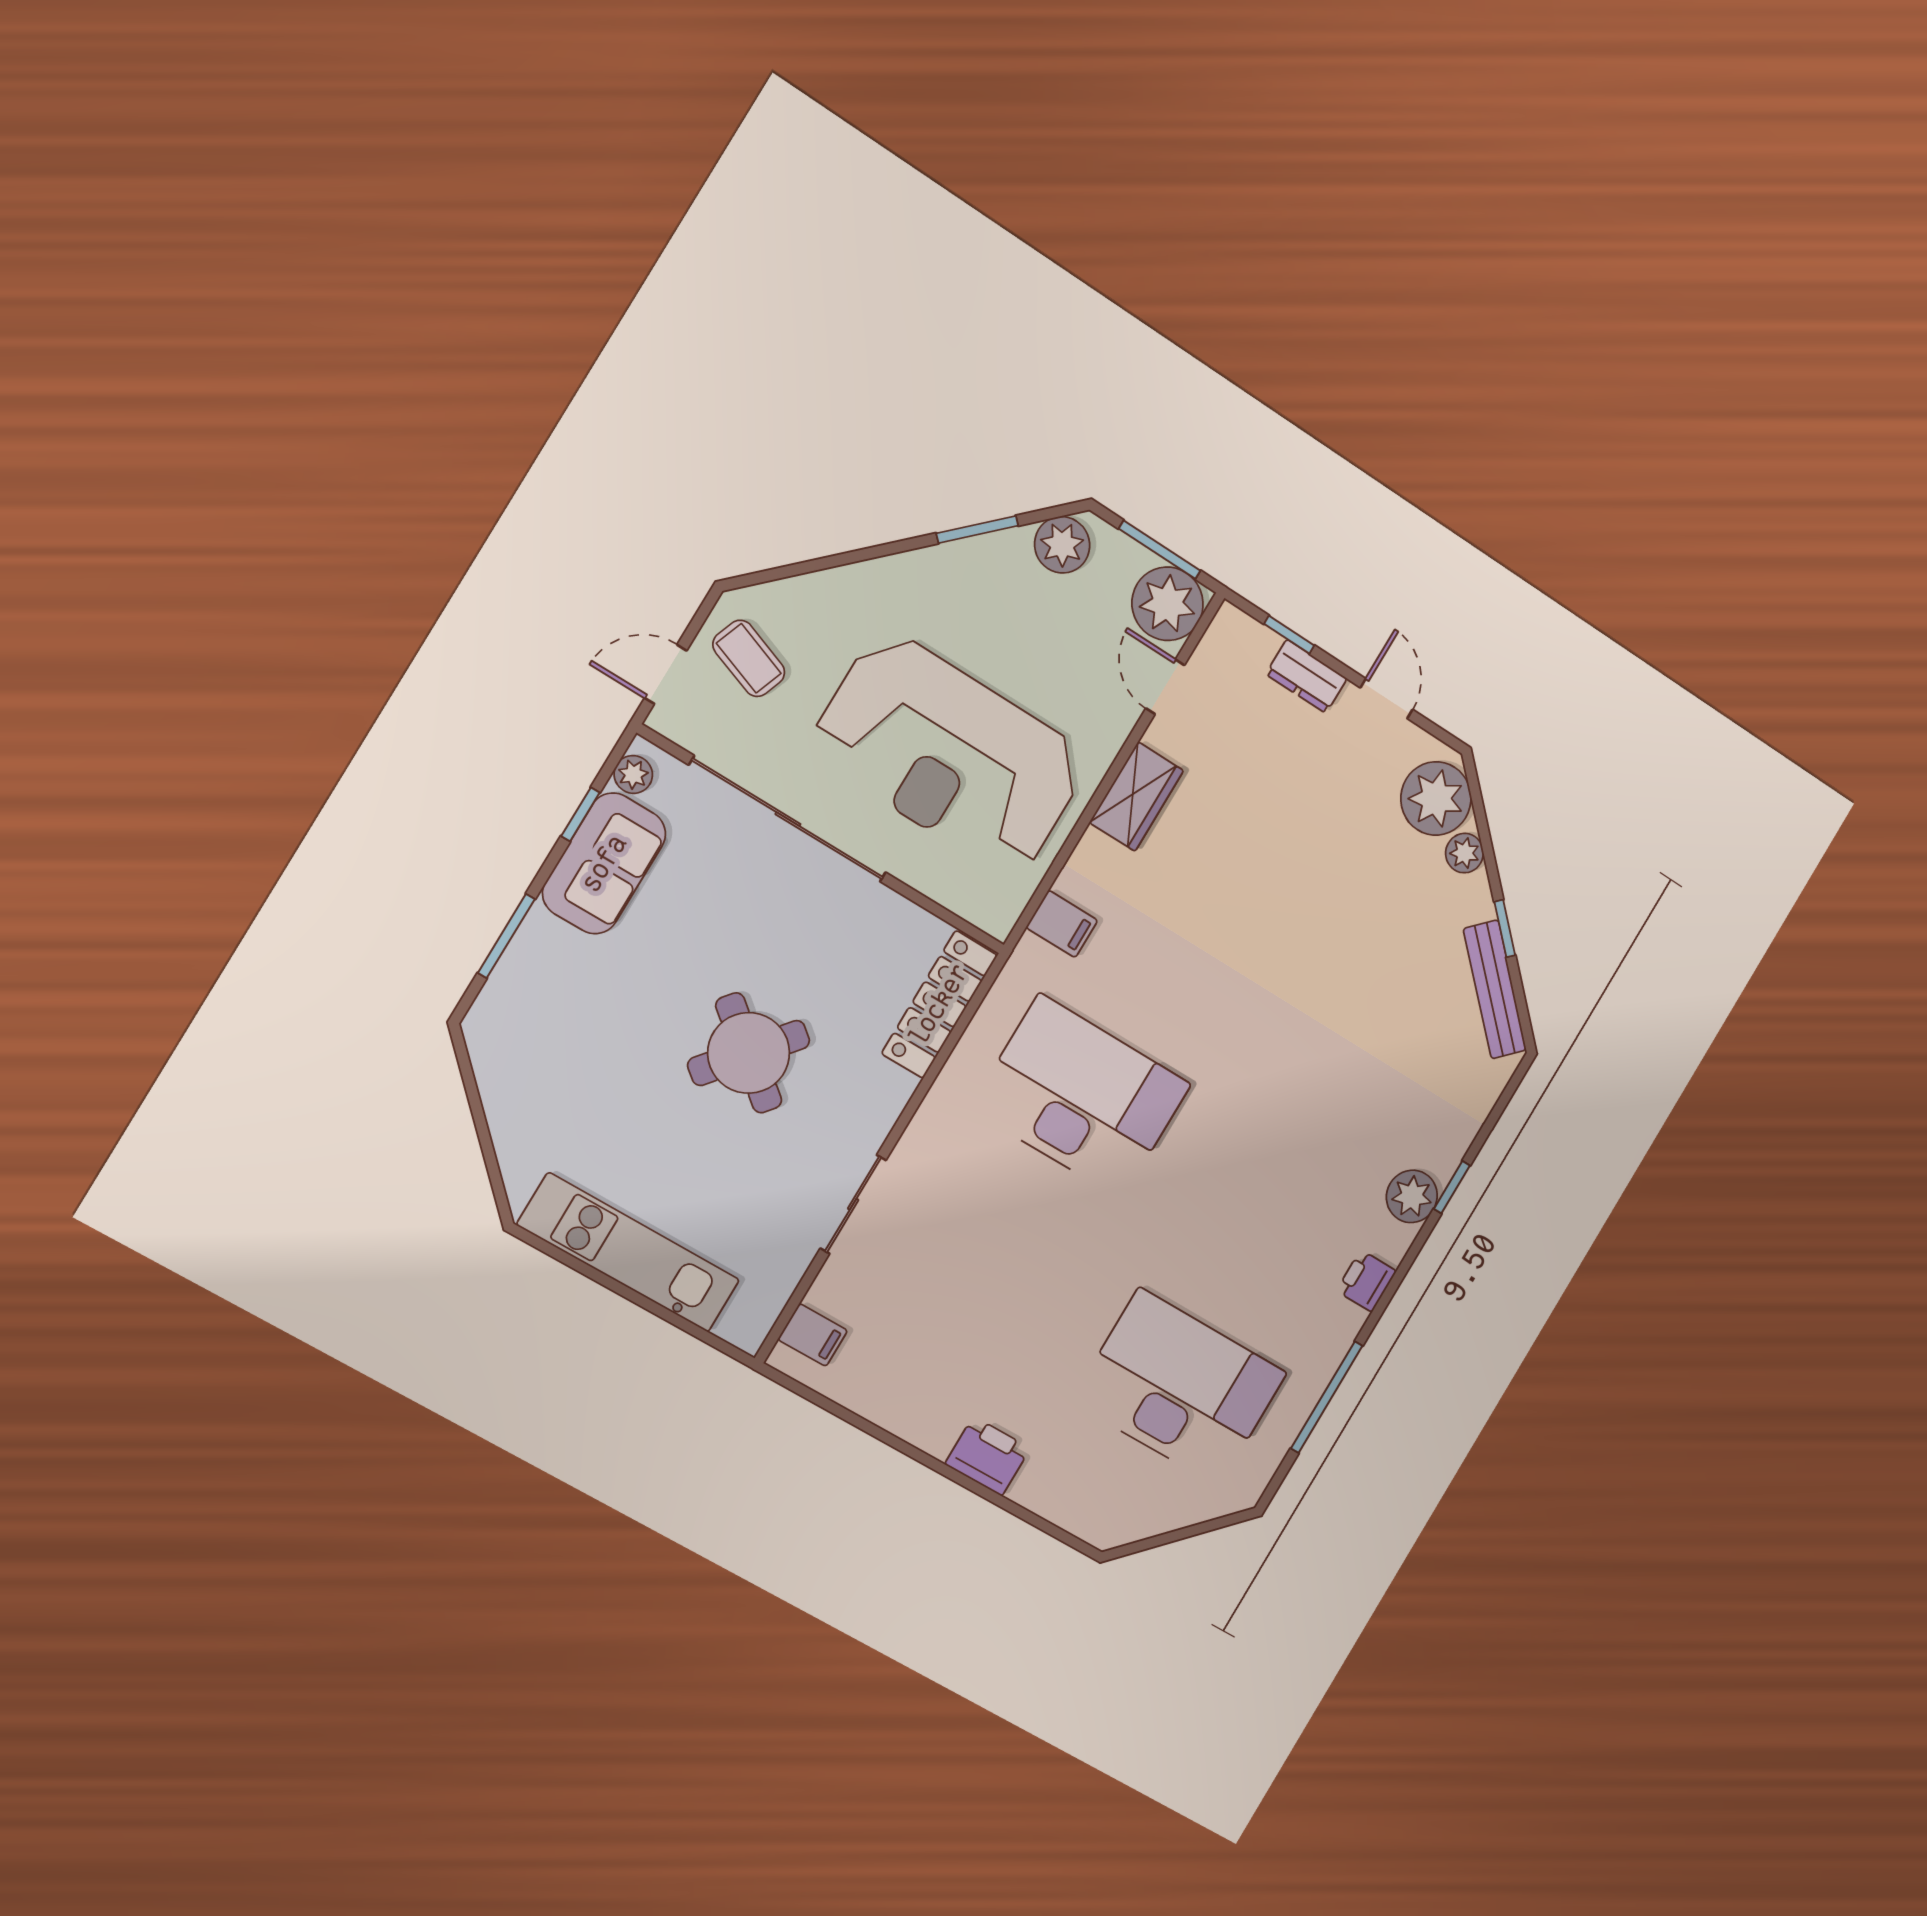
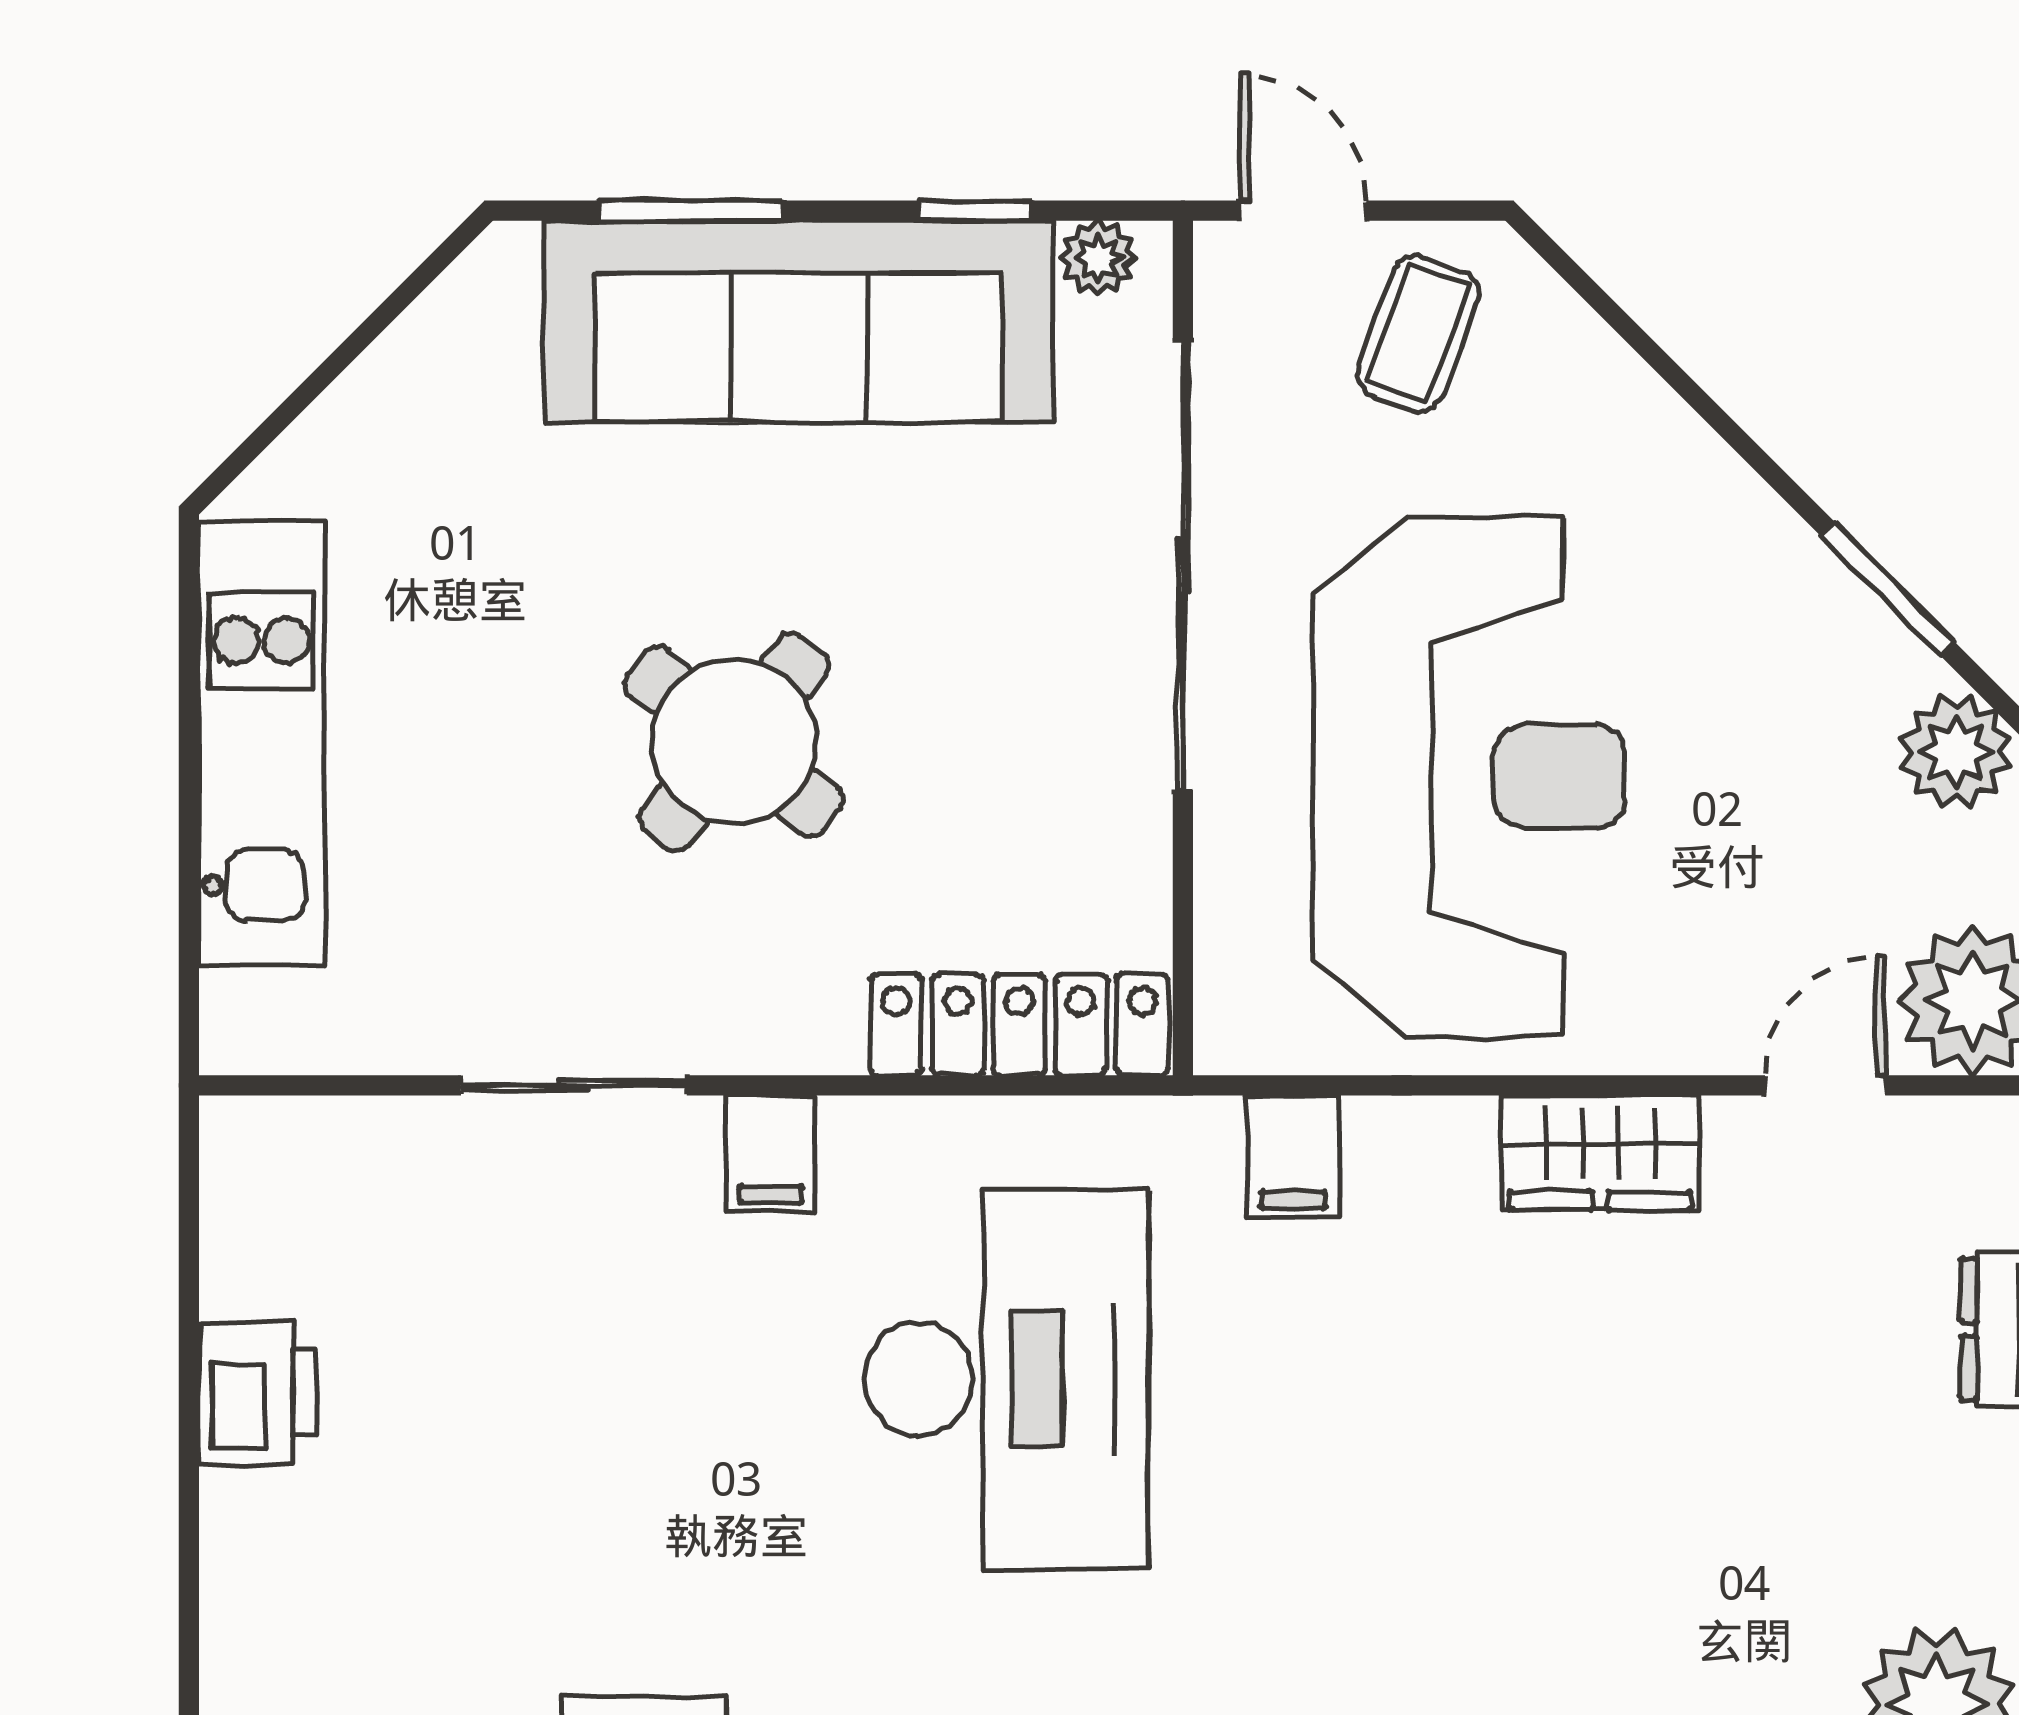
reception desk: (950, 754) -> (1469, 777), turned 180
sofa: (604, 863) -> (798, 321), width x1.85, depth x1.27
filing cabinet: (813, 1335) -> (771, 1154), moved
printer: (988, 1456) -> (258, 1393), moved

